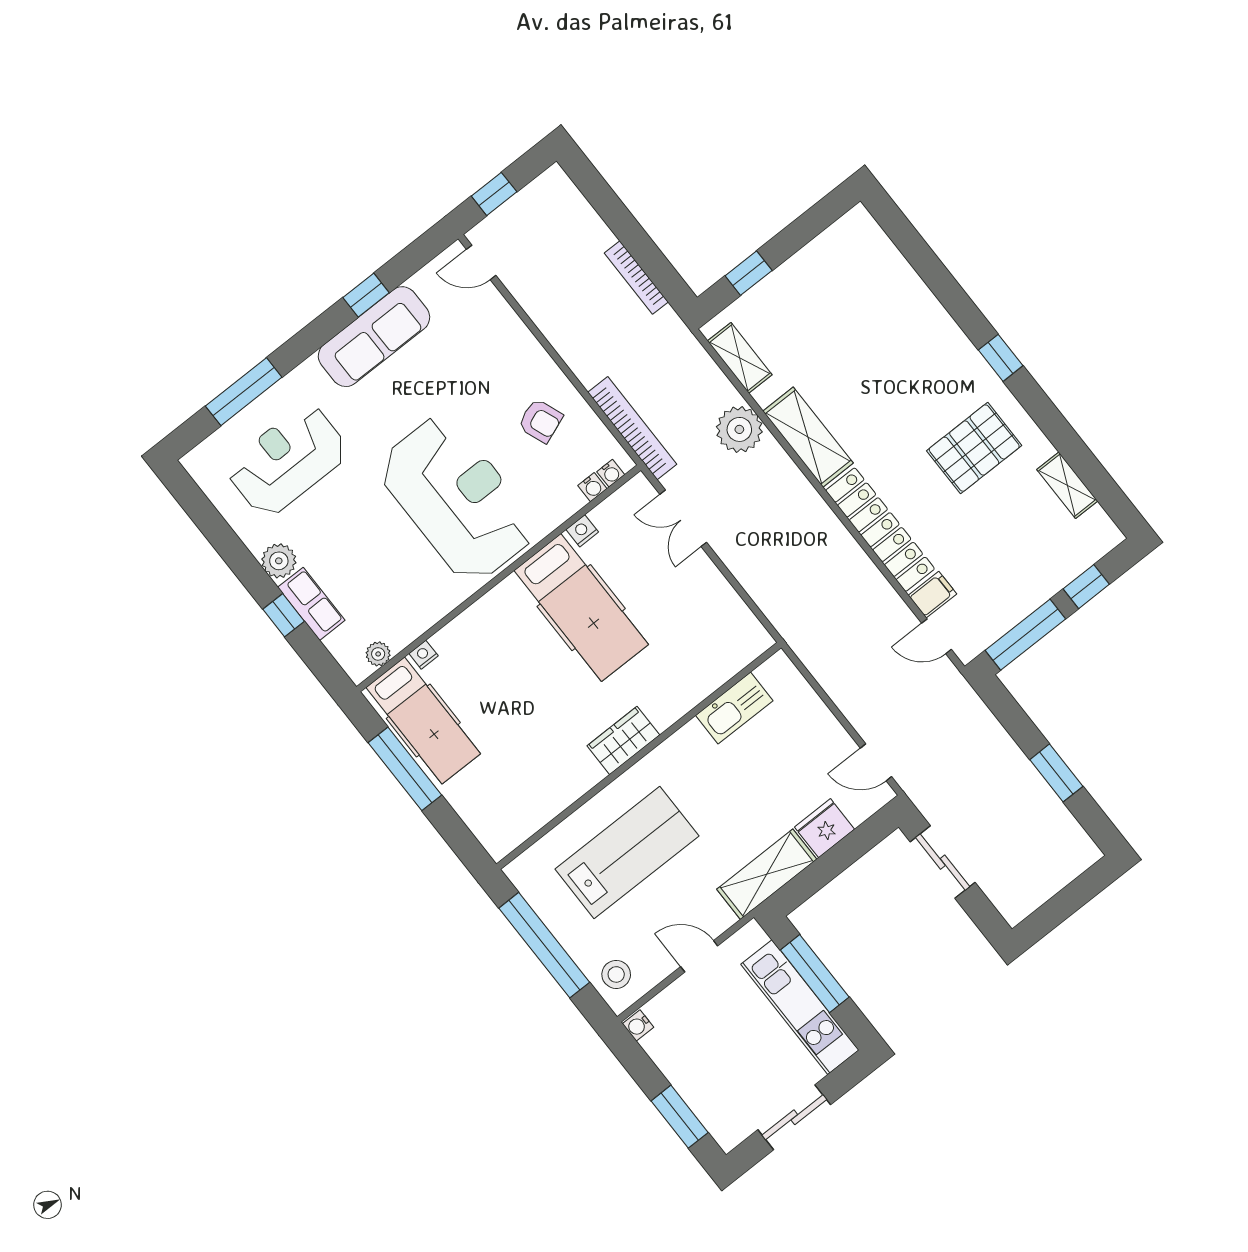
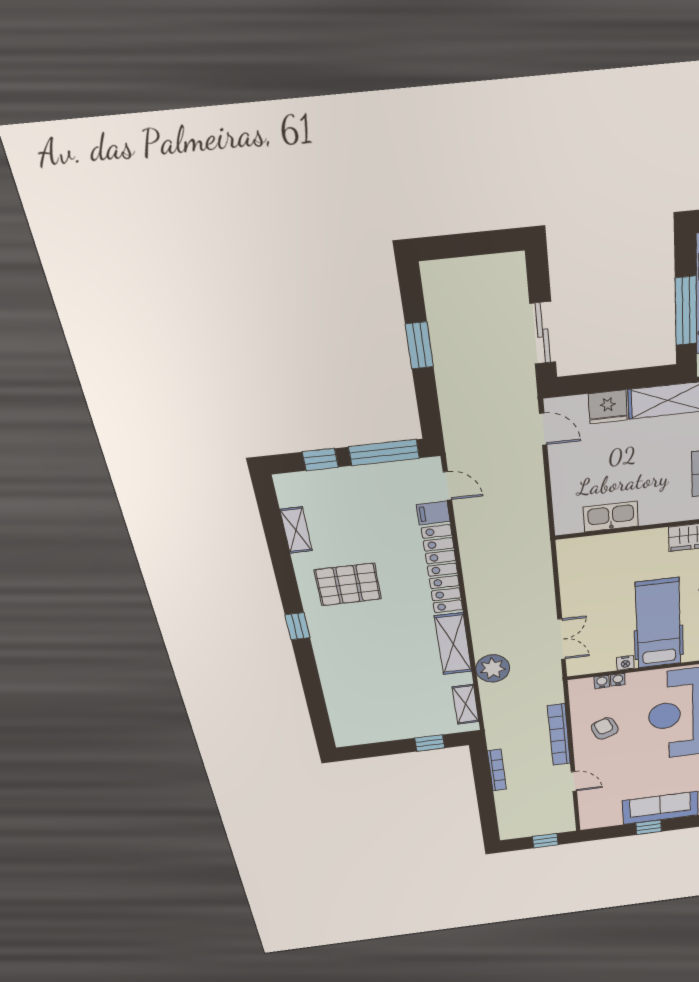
door: (481, 262) -> (574, 781), moved
bookcase: (632, 428) -> (559, 735), moved
water cooler: (611, 473) -> (618, 680), moved

